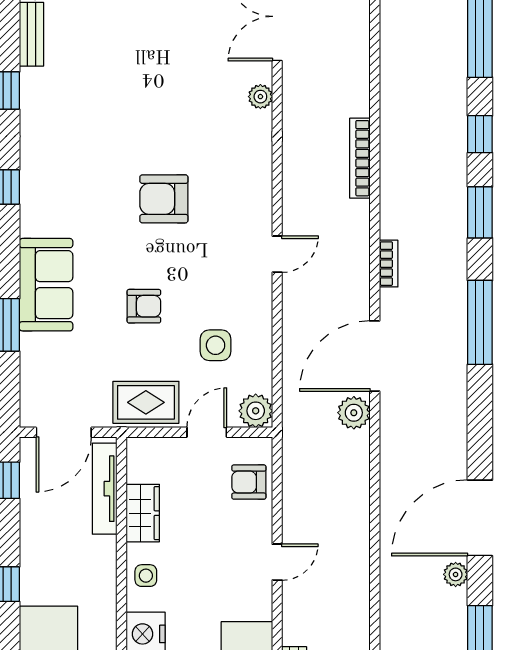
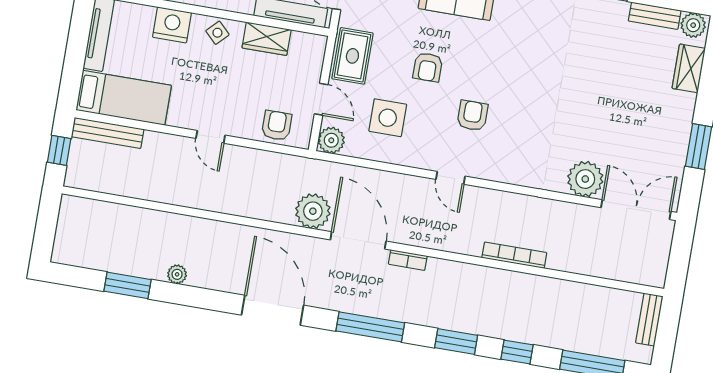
plant: (260, 97) -> (585, 179), width x1.88, depth x1.88
armchair: (164, 199) -> (472, 116), moved, width x0.72, depth x0.72
bookcase: (389, 264) -> (408, 260), moved
side table: (216, 345) -> (388, 118), width x1.37, depth x1.37
plant: (354, 413) -> (313, 211), width x1.36, depth x1.36
door: (480, 518) -> (272, 310), moved
side table: (146, 576) -> (217, 33), turned 45

